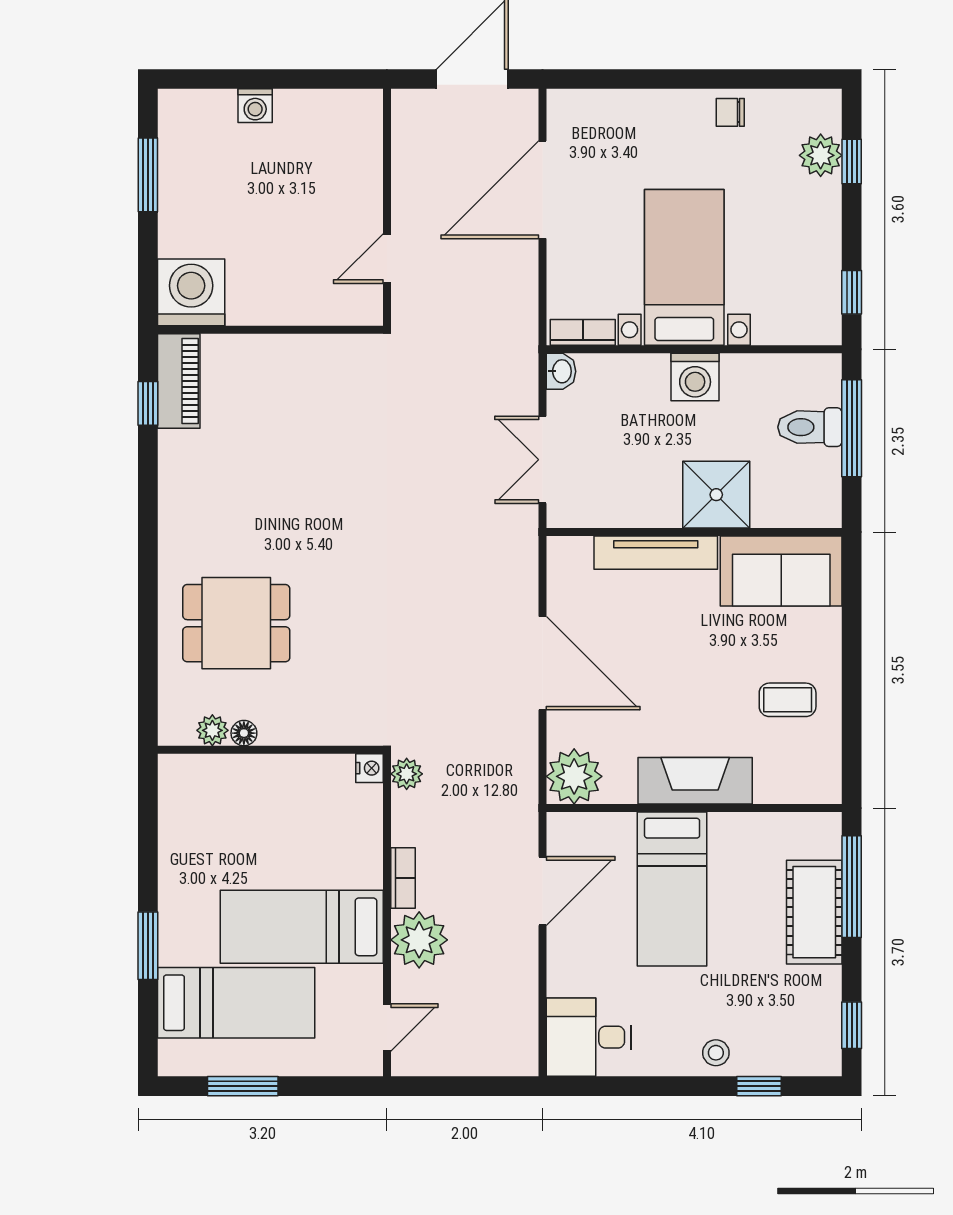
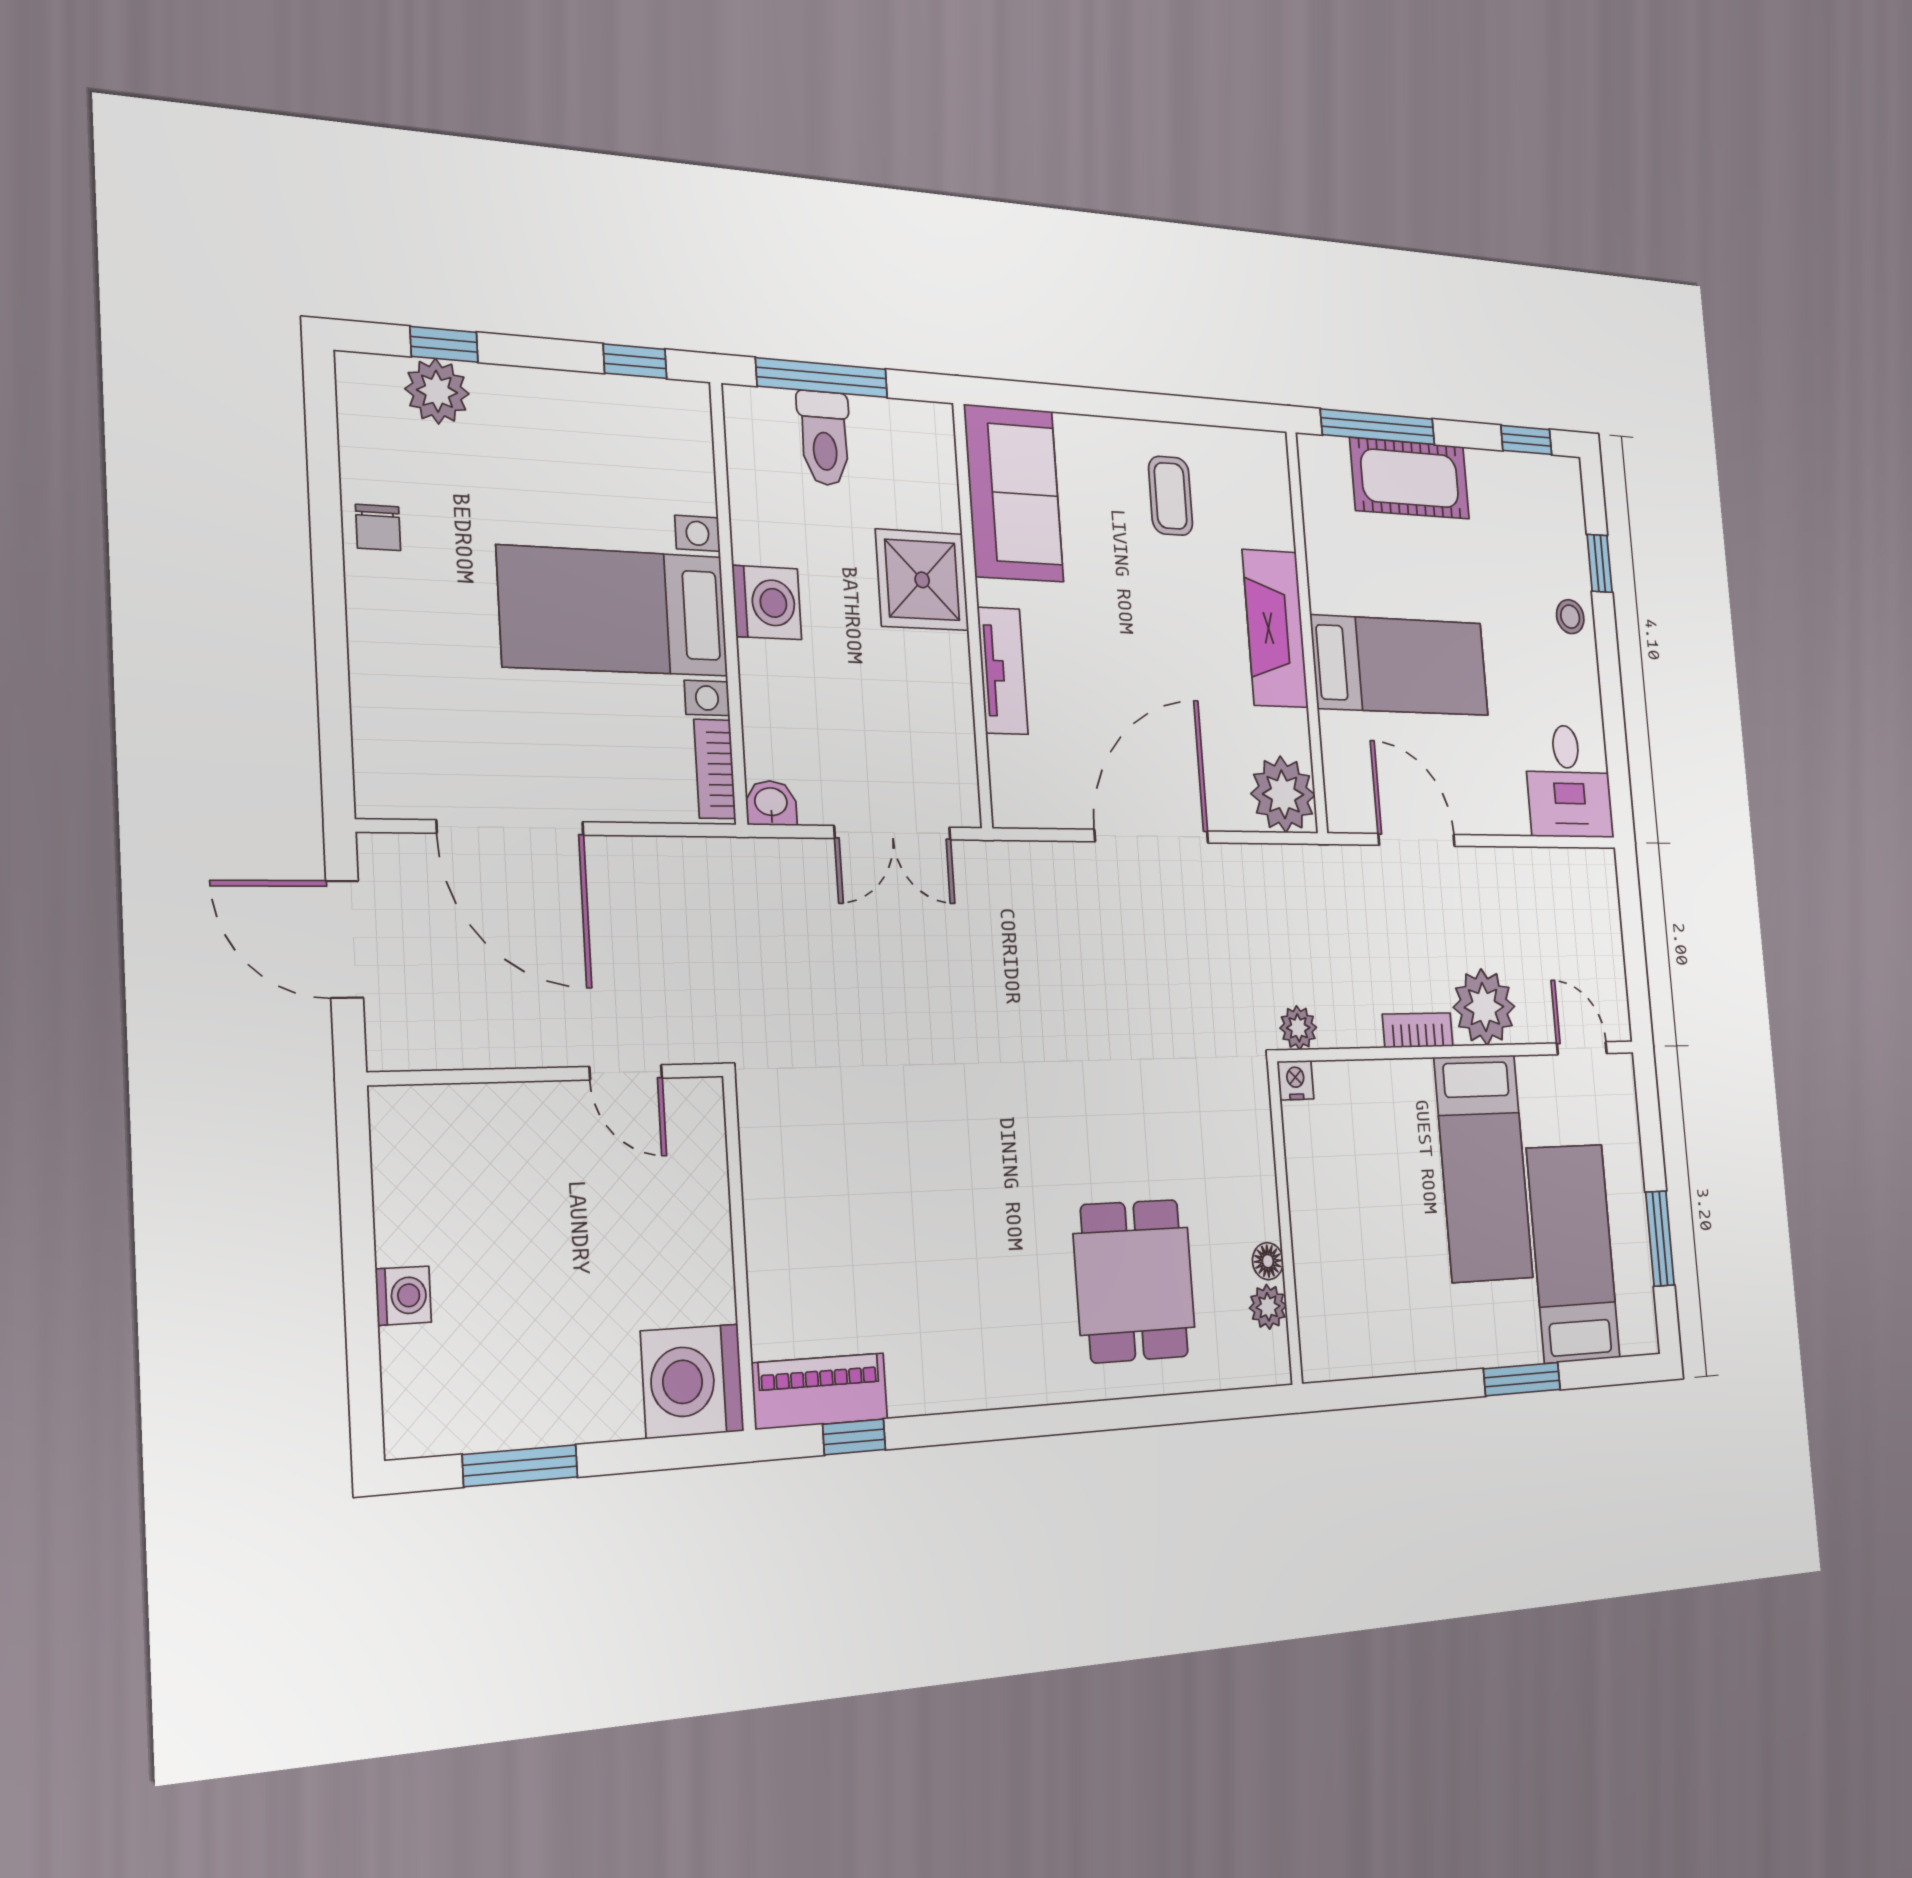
tv unit: (656, 553) -> (1003, 671), width x0.71

